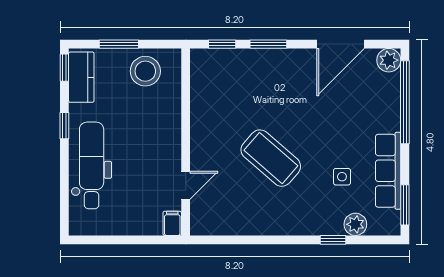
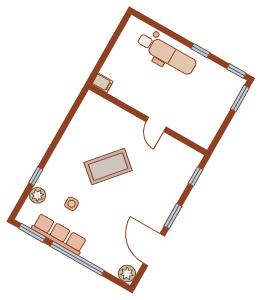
window: (119, 44) -> (240, 98), moved
window: (268, 44) -> (173, 216), moved
stool: (145, 71) -> (206, 120), removed
kitchen counter: (81, 77) -> (225, 78), removed
window: (405, 102) -> (77, 258), moved
door: (186, 185) -> (156, 124), moved

